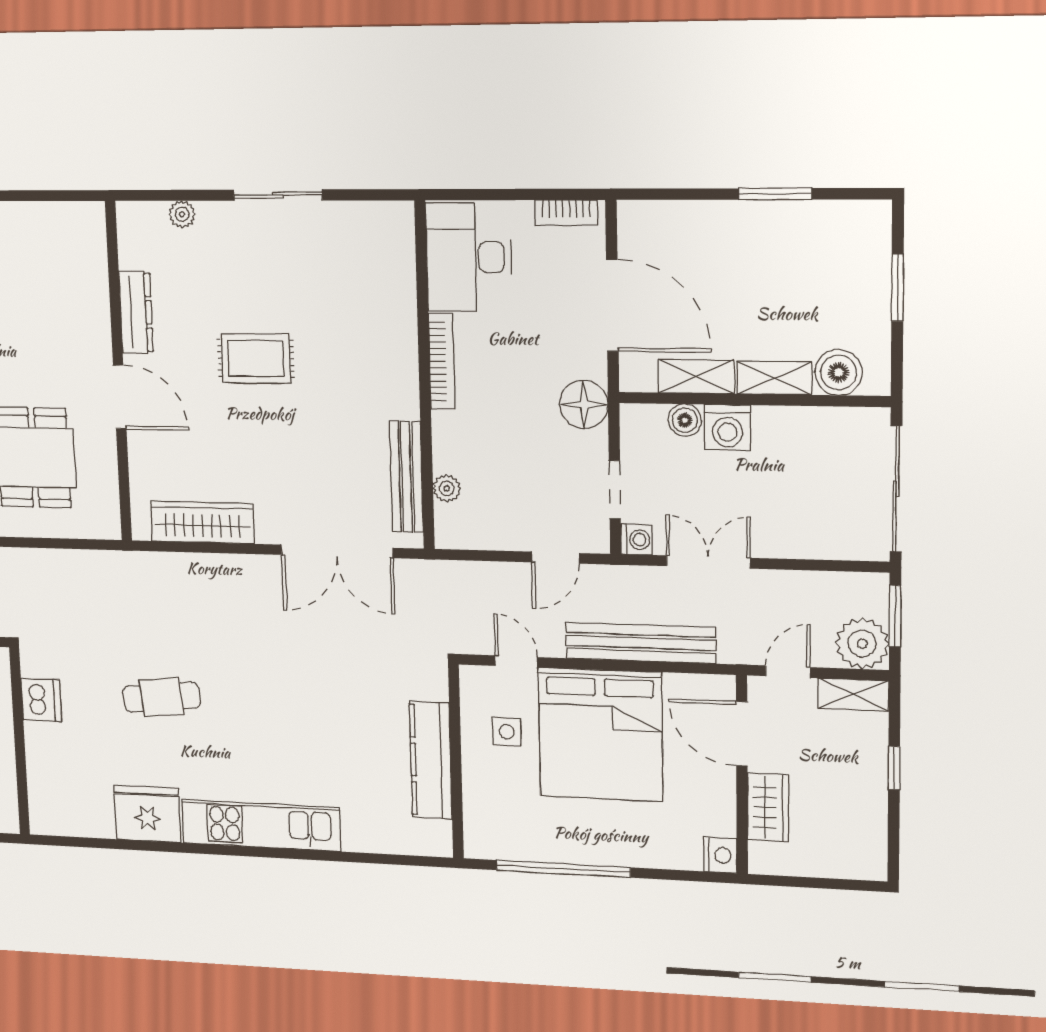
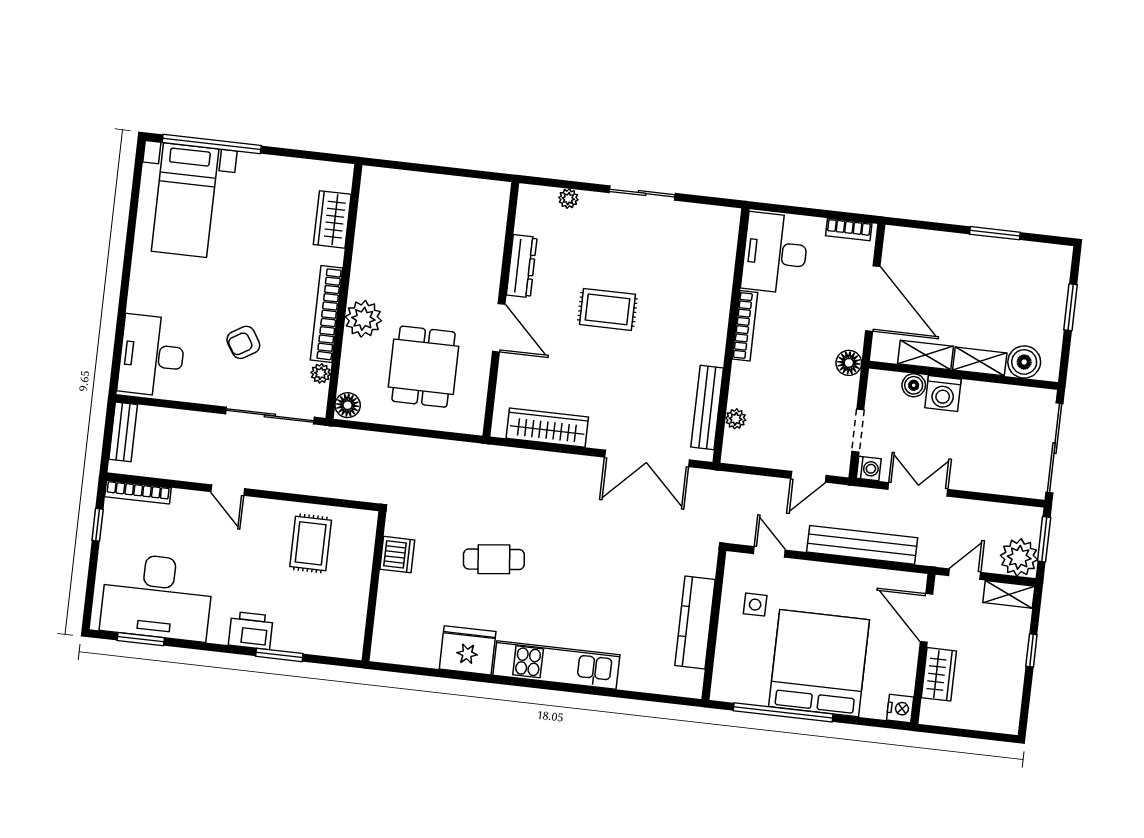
floor lamp: (584, 404) -> (849, 363), width x0.73, depth x0.73
bed: (600, 734) -> (819, 663), moved, turned 180

